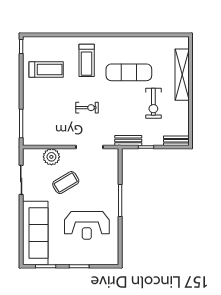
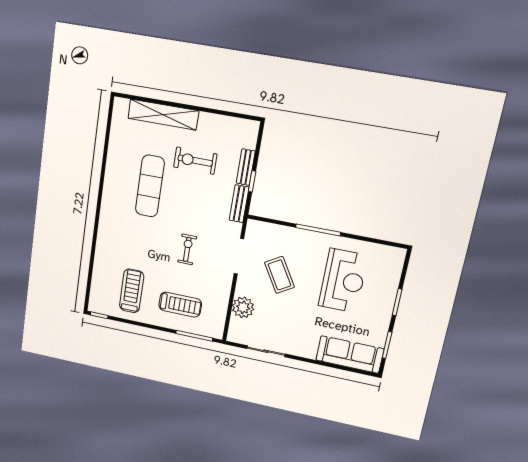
treadmill: (87, 60) -> (180, 305), moved
exercise bike: (153, 103) -> (195, 161), turned 180
bench: (176, 141) -> (246, 167), moved
coffee table: (66, 183) -> (279, 275), moved
sofa: (35, 233) -> (350, 354), width x0.74, depth x0.79

